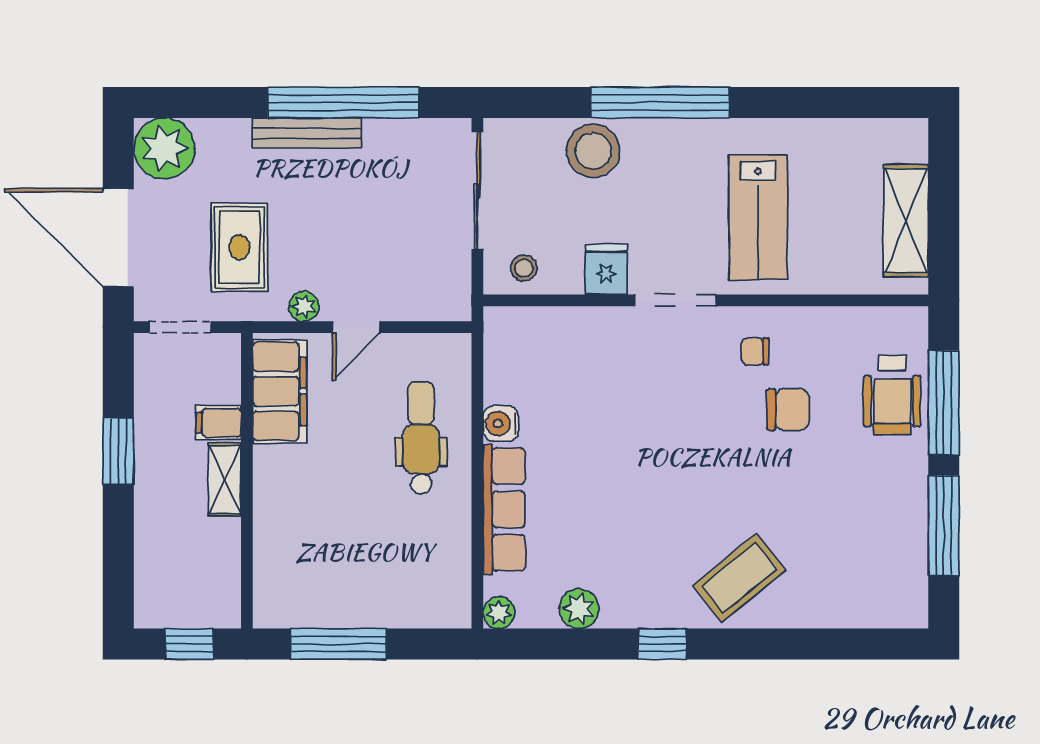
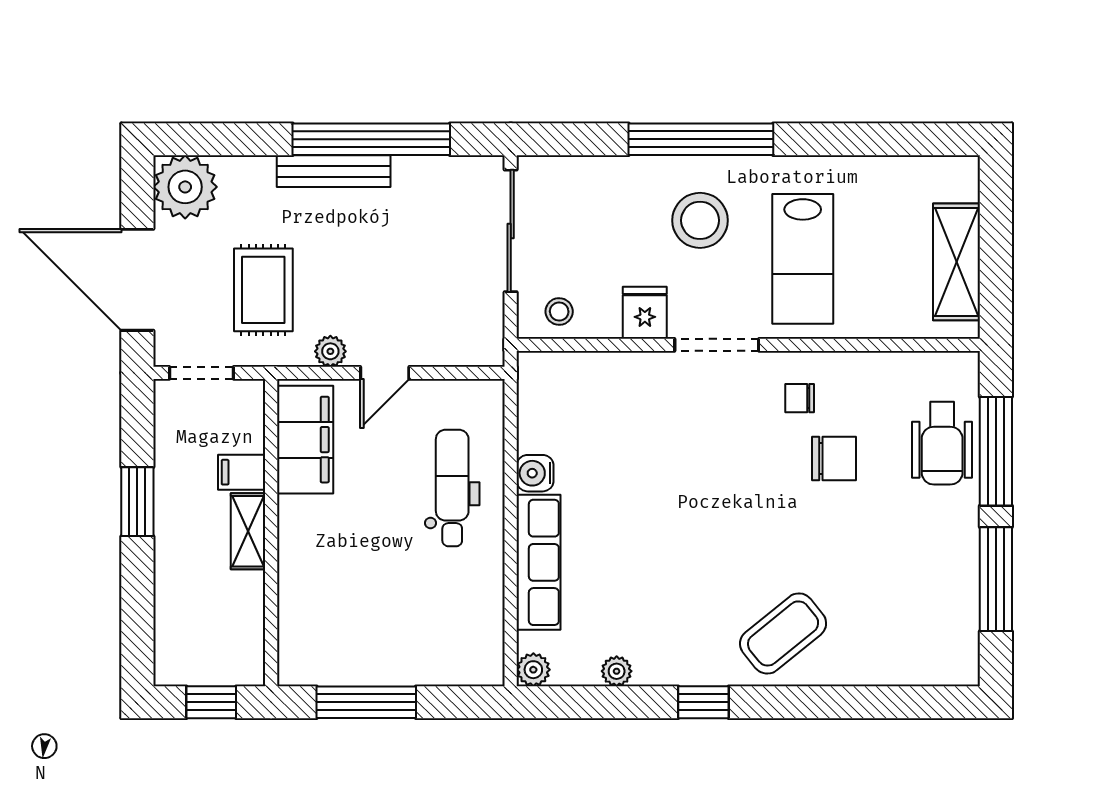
stool: (593, 151) -> (700, 220), moved
plant: (579, 609) -> (617, 671), width x0.73, depth x0.73

